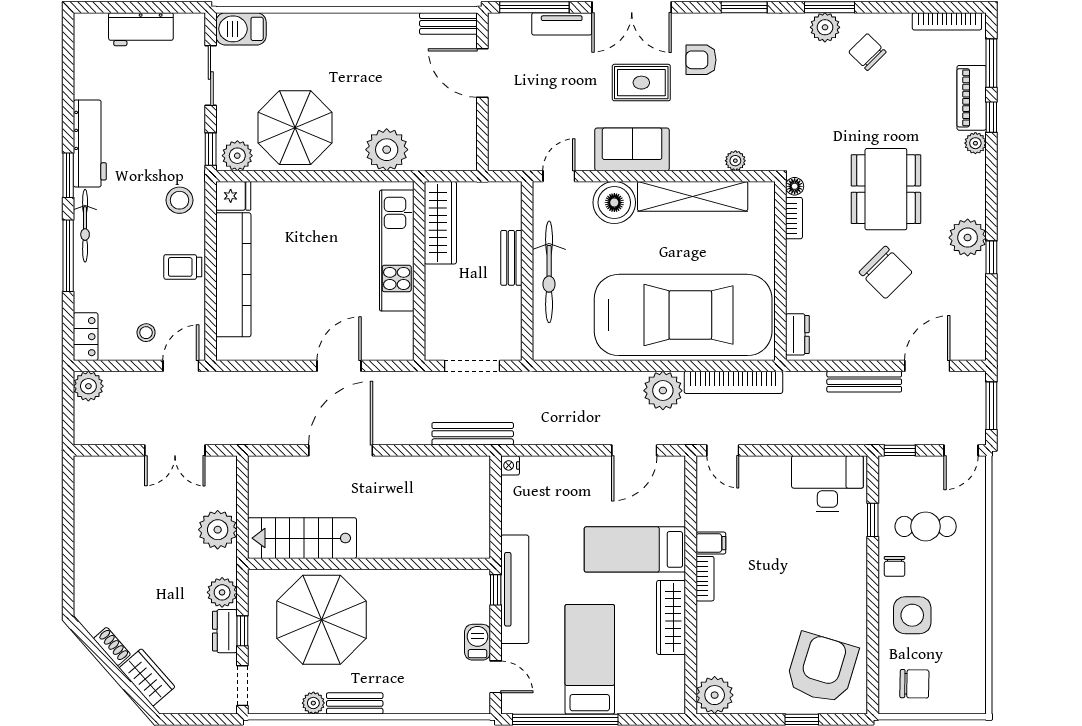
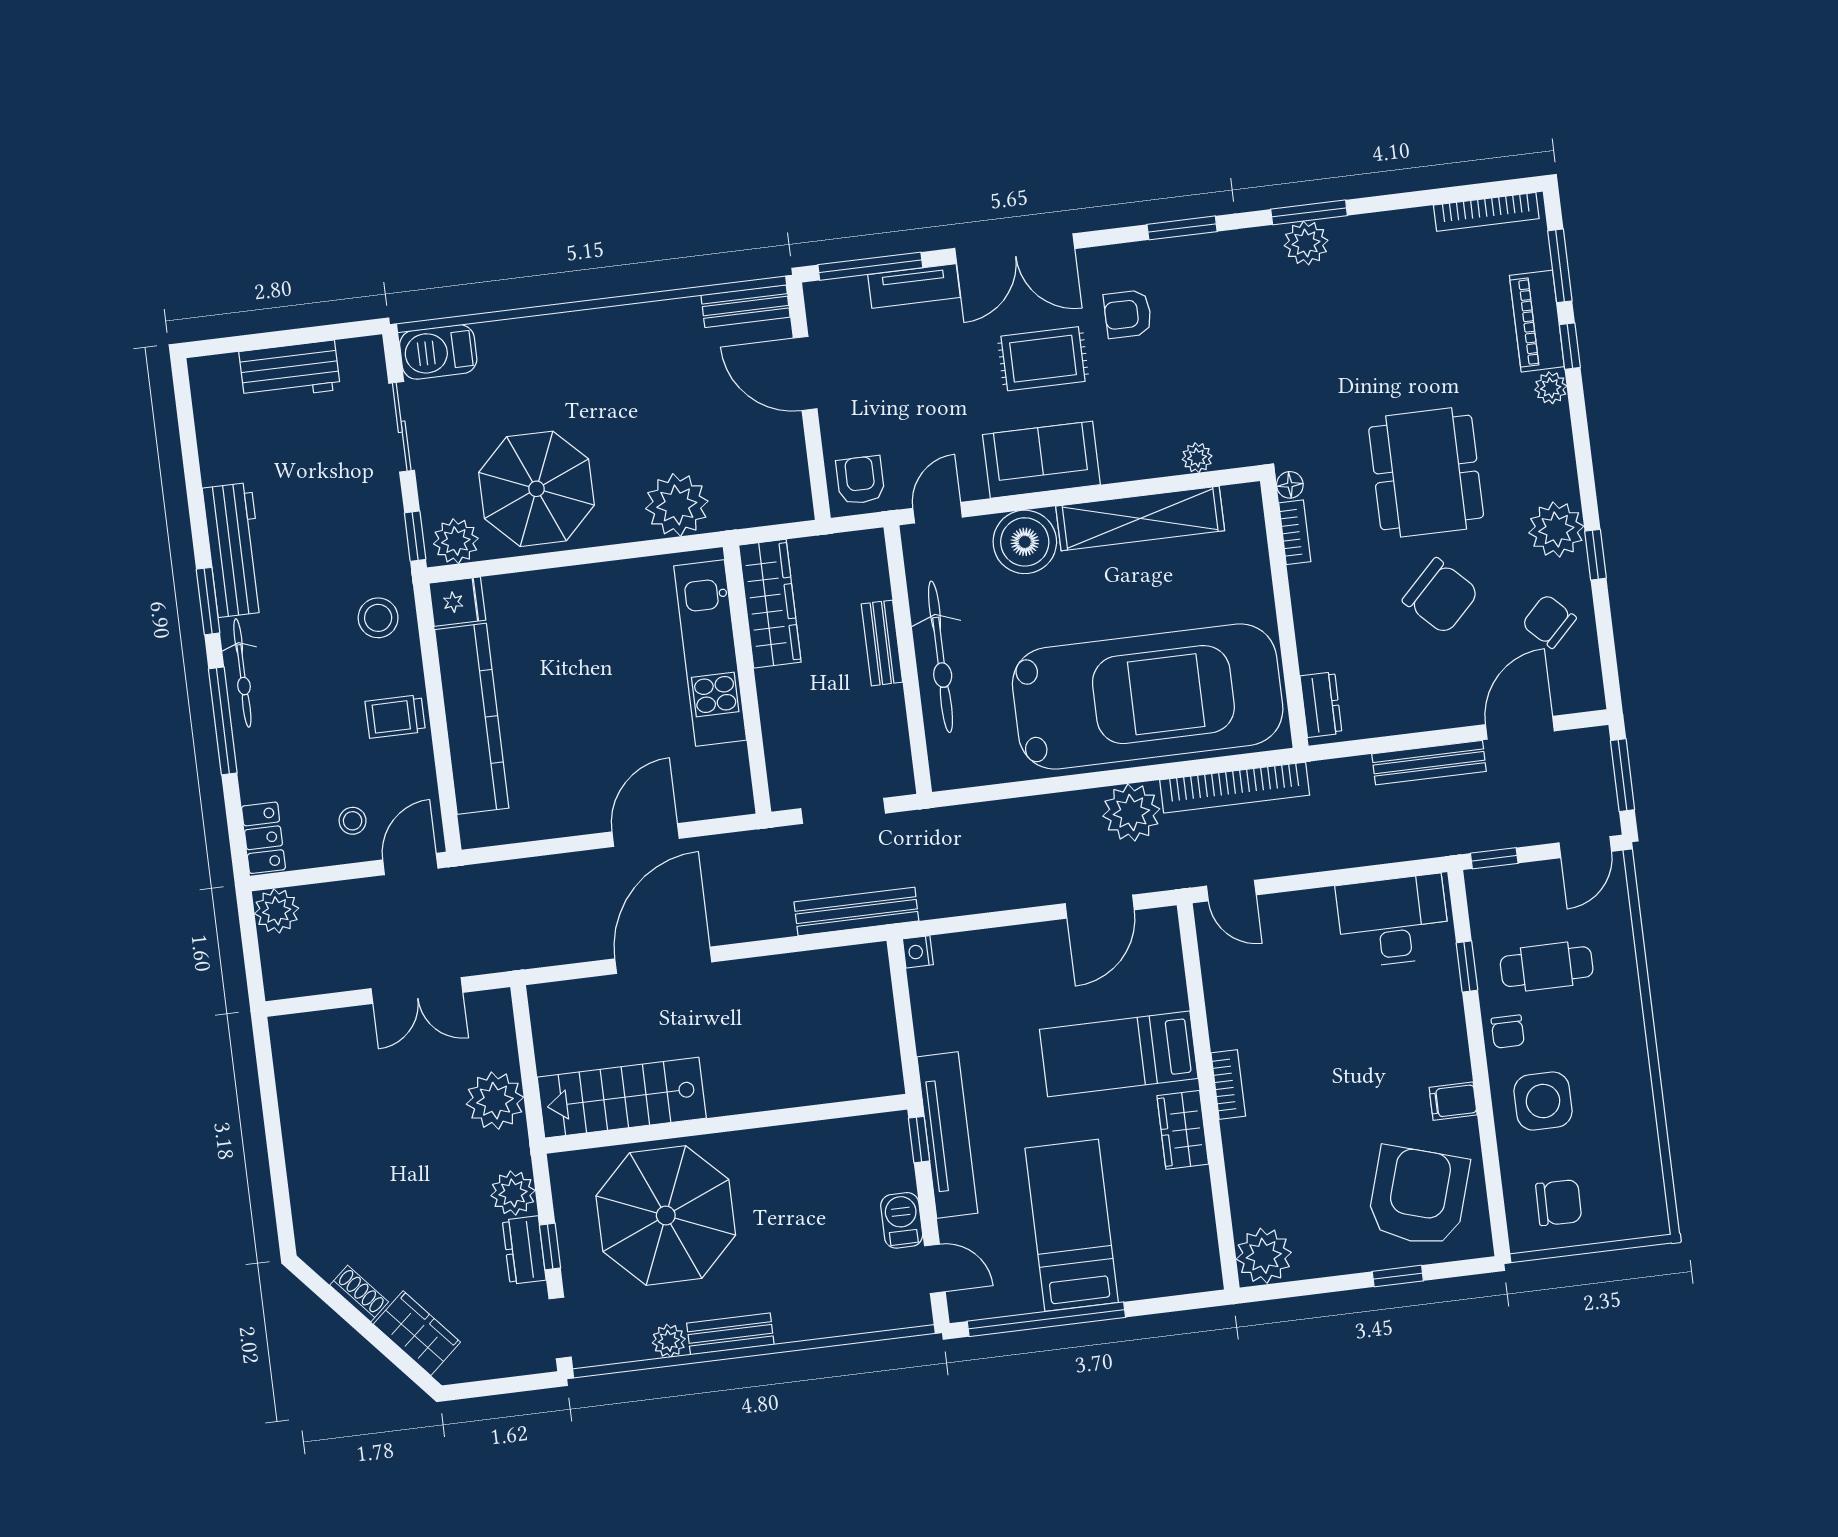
chair: (867, 52) -> (1549, 621), moved
armchair: (510, 148) -> (860, 480), added
filing cabinet: (711, 543) -> (1453, 1101), moved, turned 180
wardrobe: (671, 617) -> (1183, 1130), width x0.67

